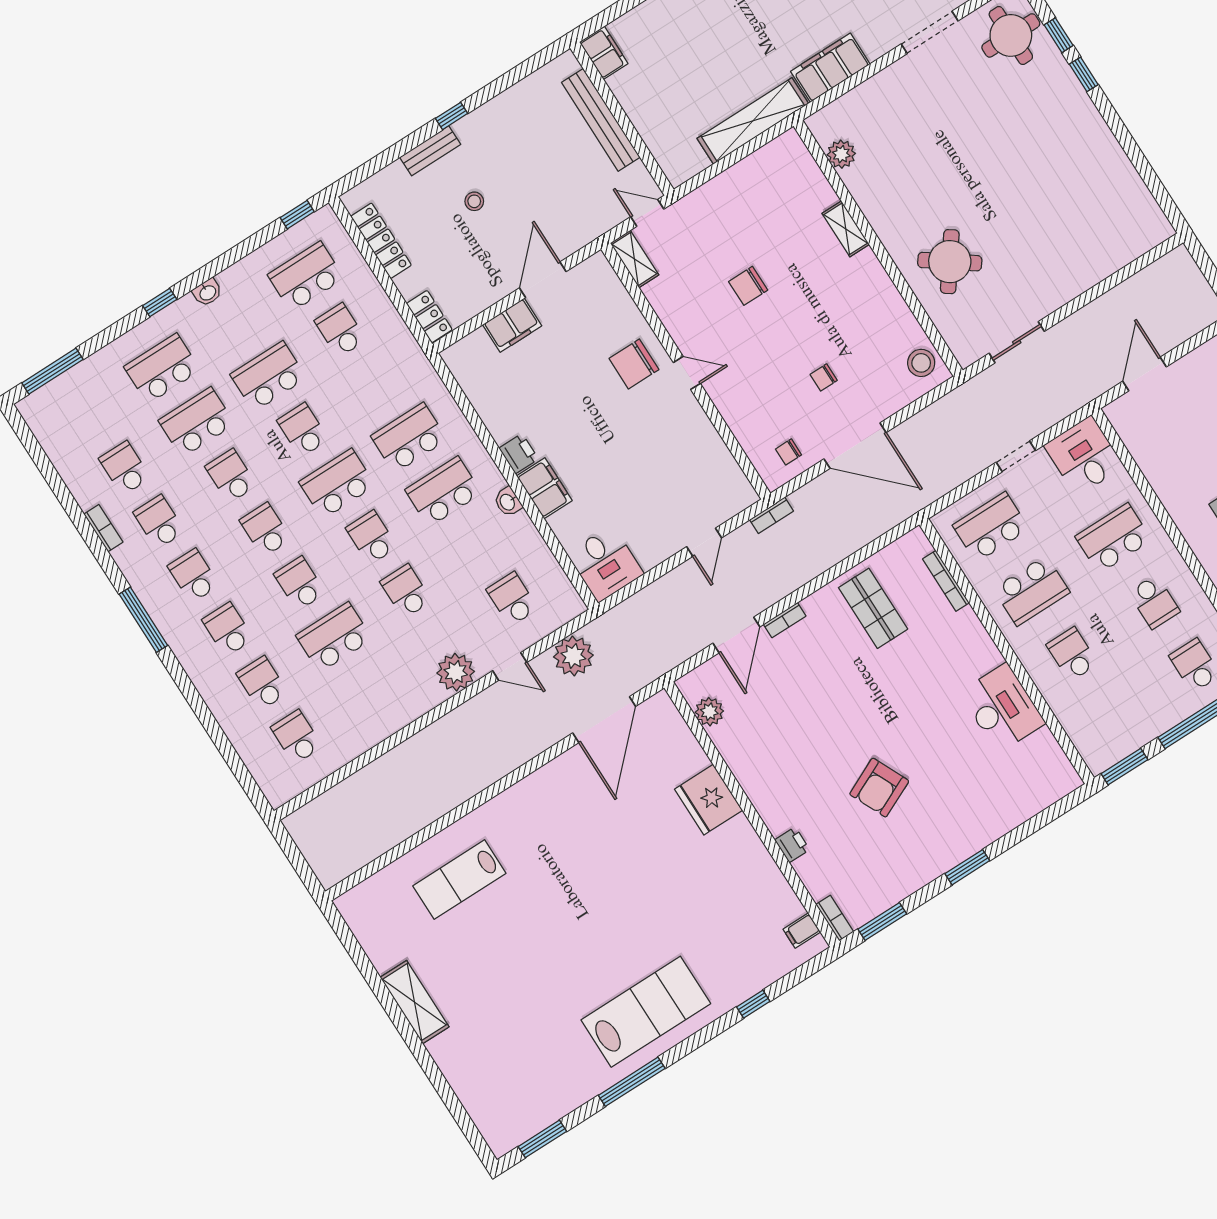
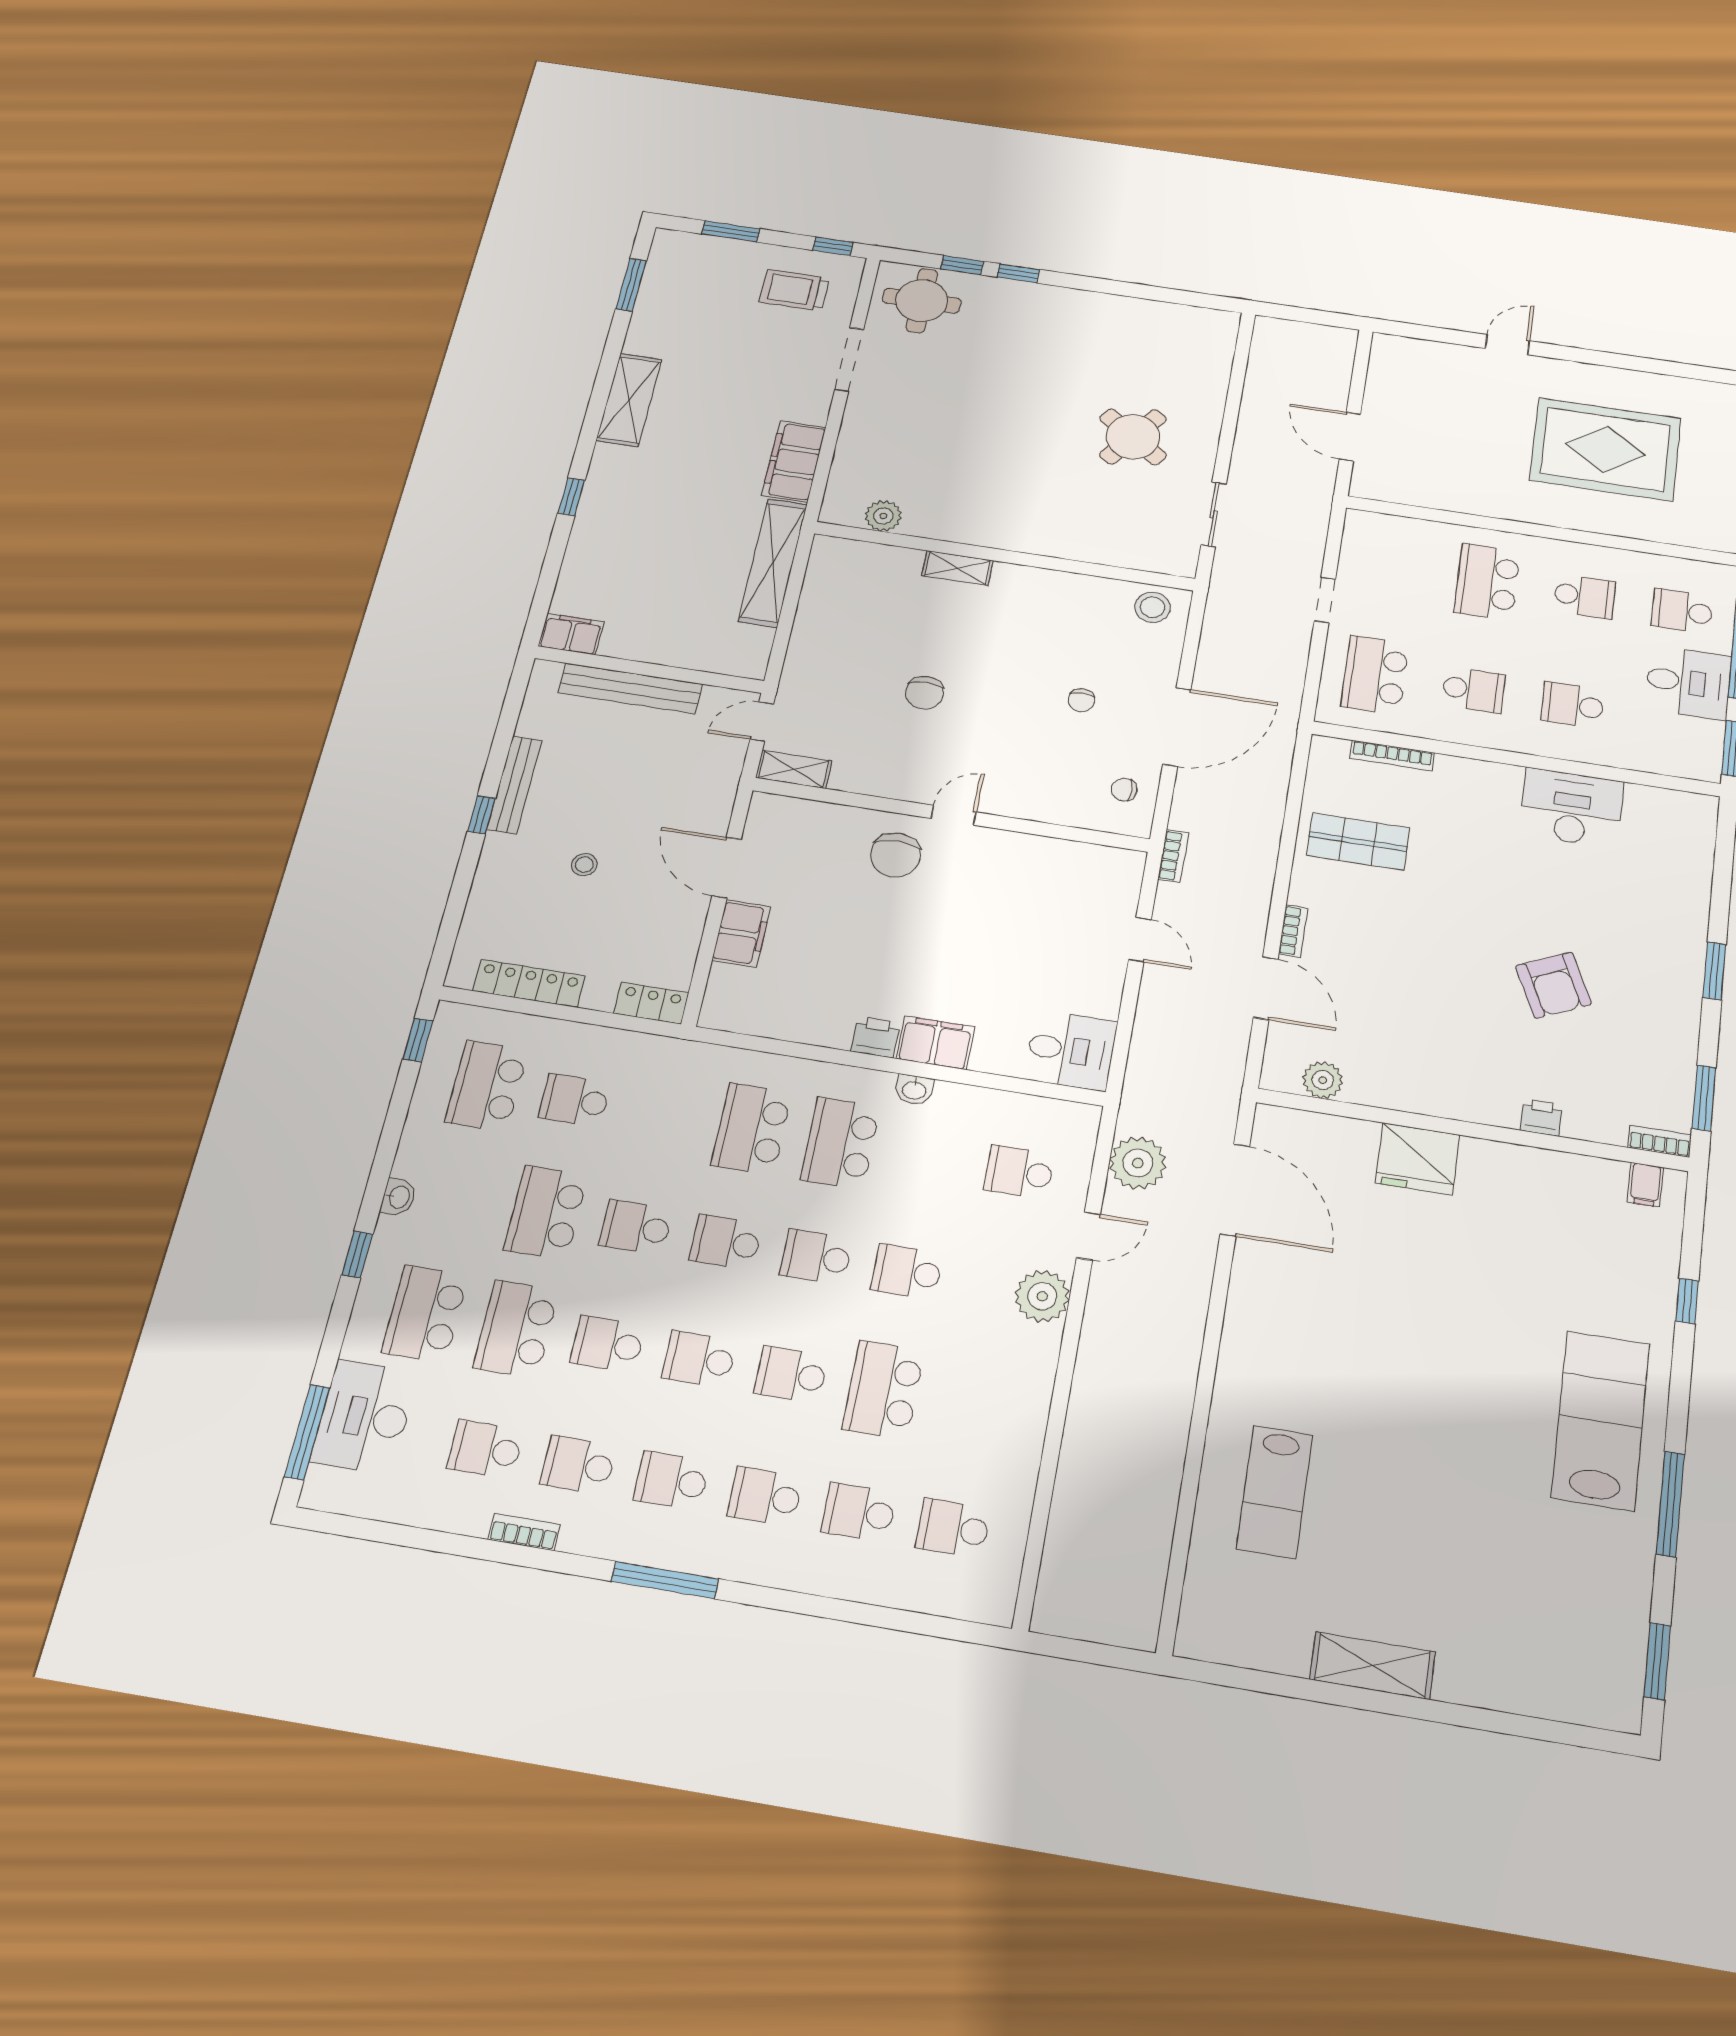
bench: (430, 151) -> (514, 785), moved, width x1.36
round table: (950, 262) -> (1133, 437), moved
desk: (85, 392) -> (364, 1417), added
chair: (788, 452) -> (1124, 790), turned 90
desk: (1084, 456) -> (1688, 682), moved, turned 180
school desk: (337, 484) -> (726, 1242), width x0.54
school desk: (1032, 591) -> (1474, 690), width x0.54

